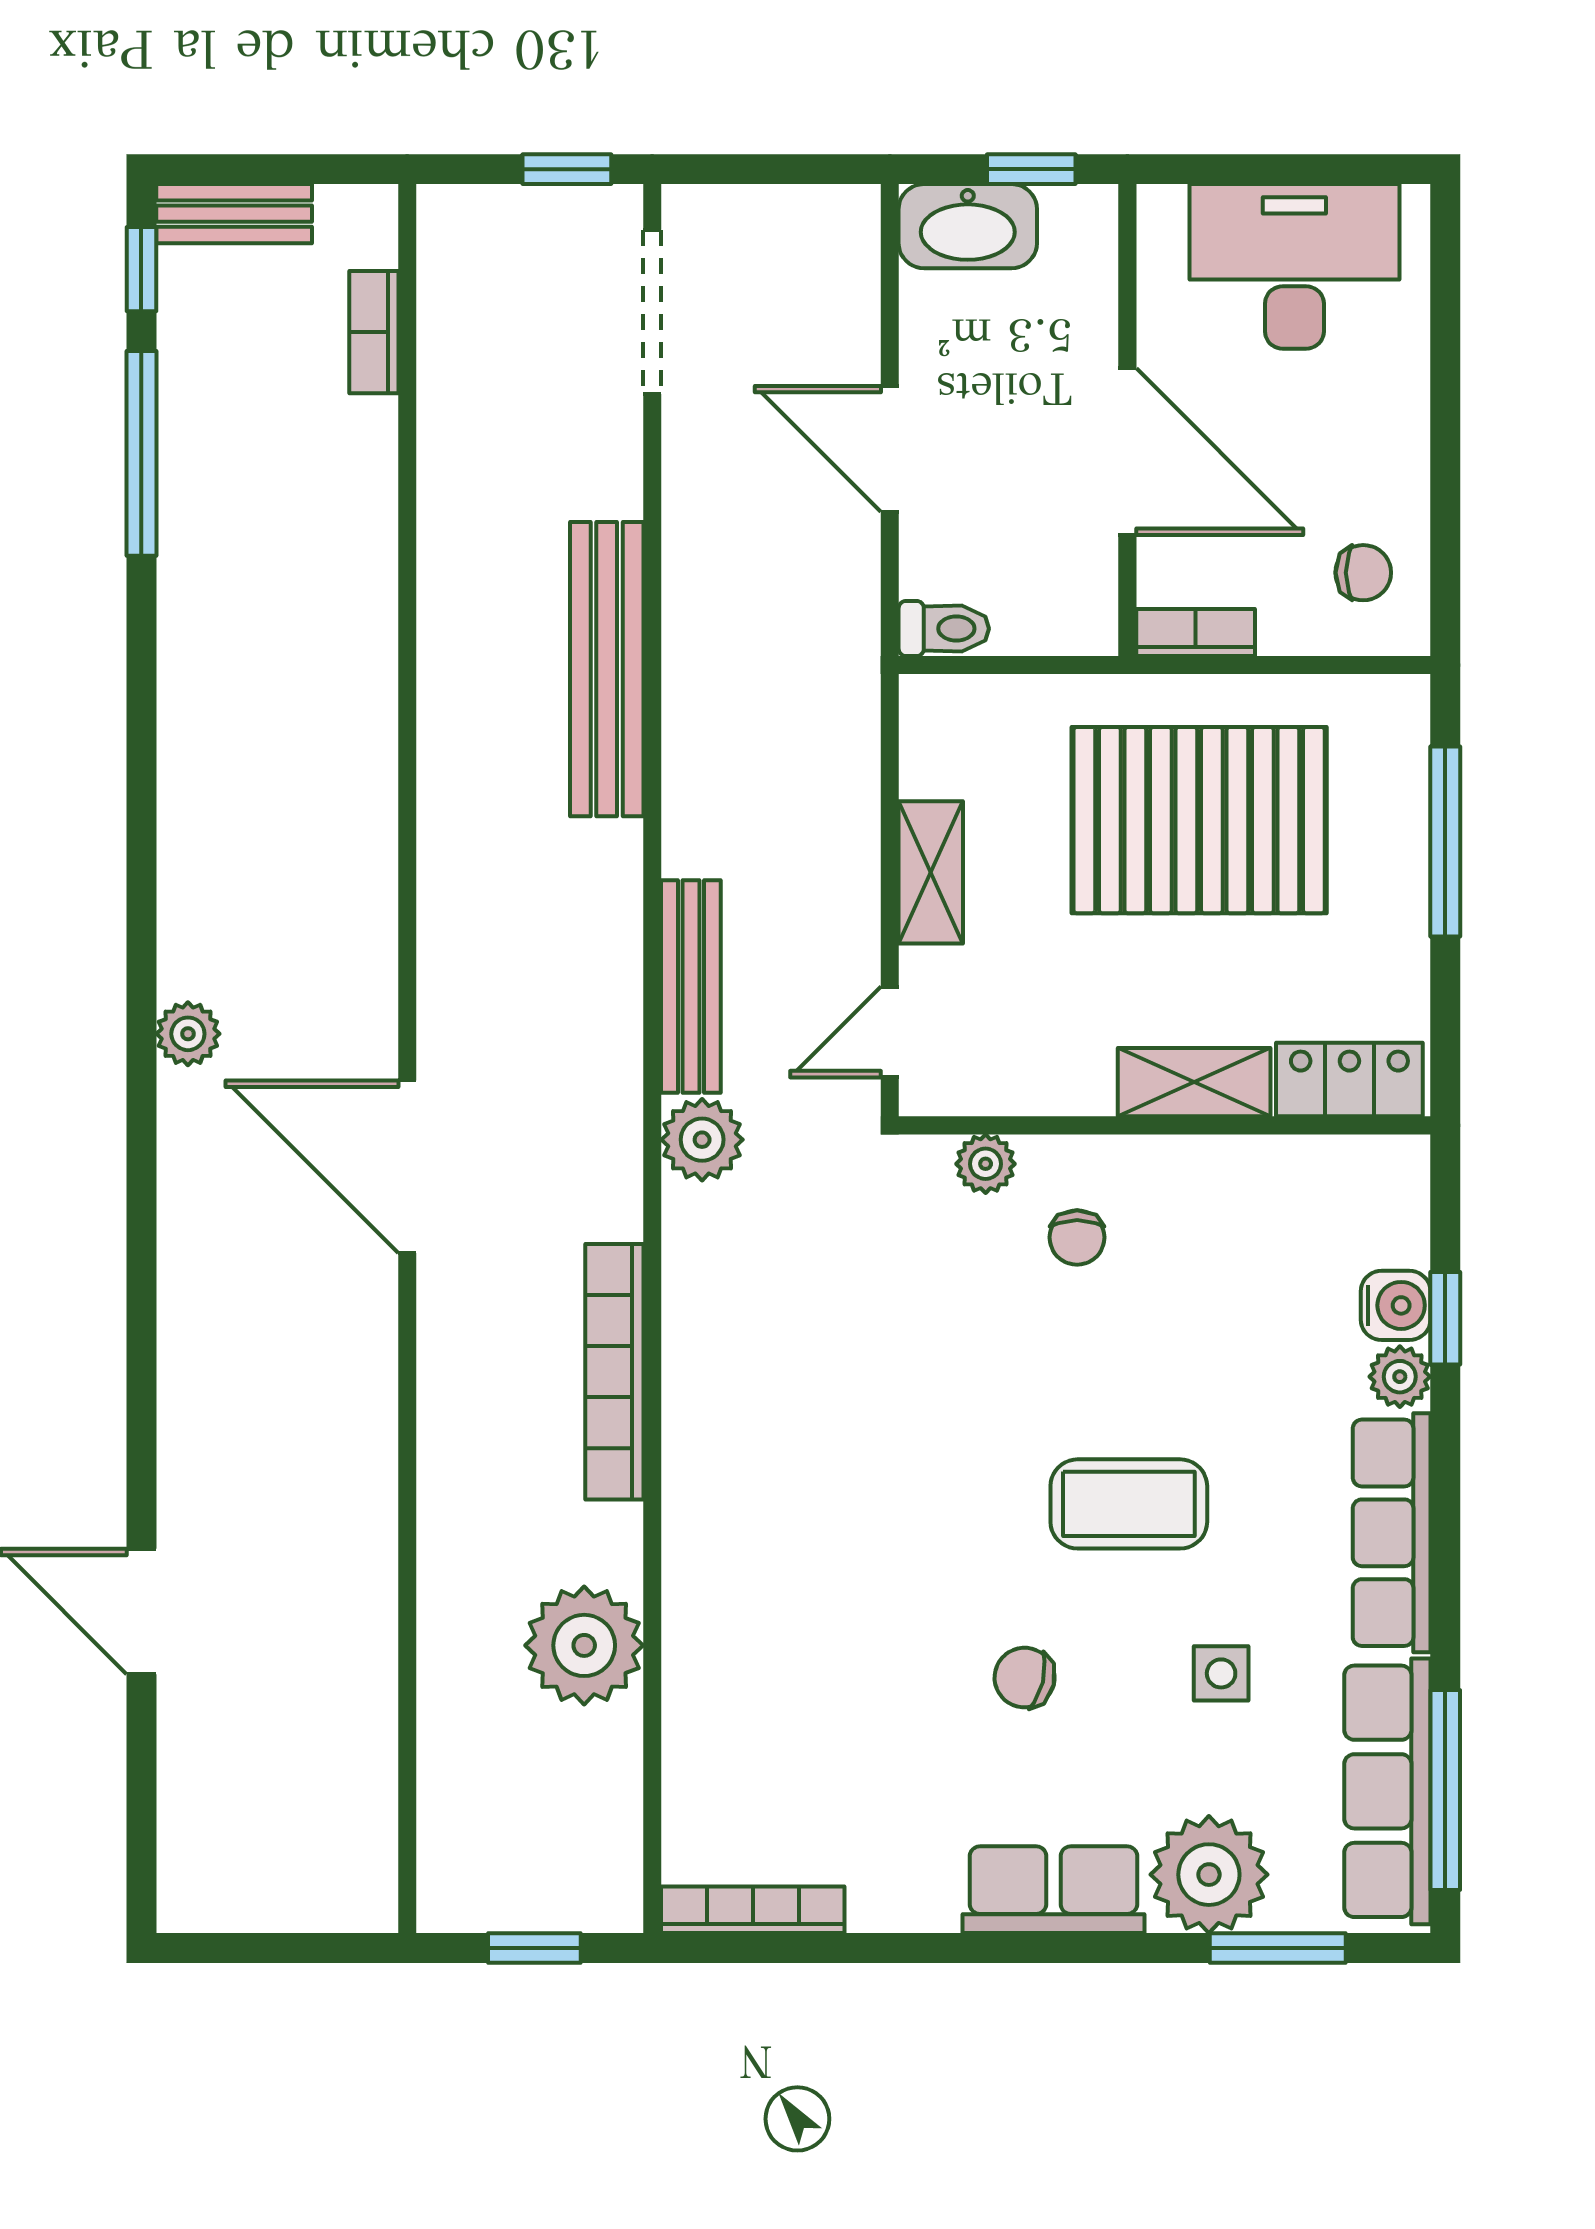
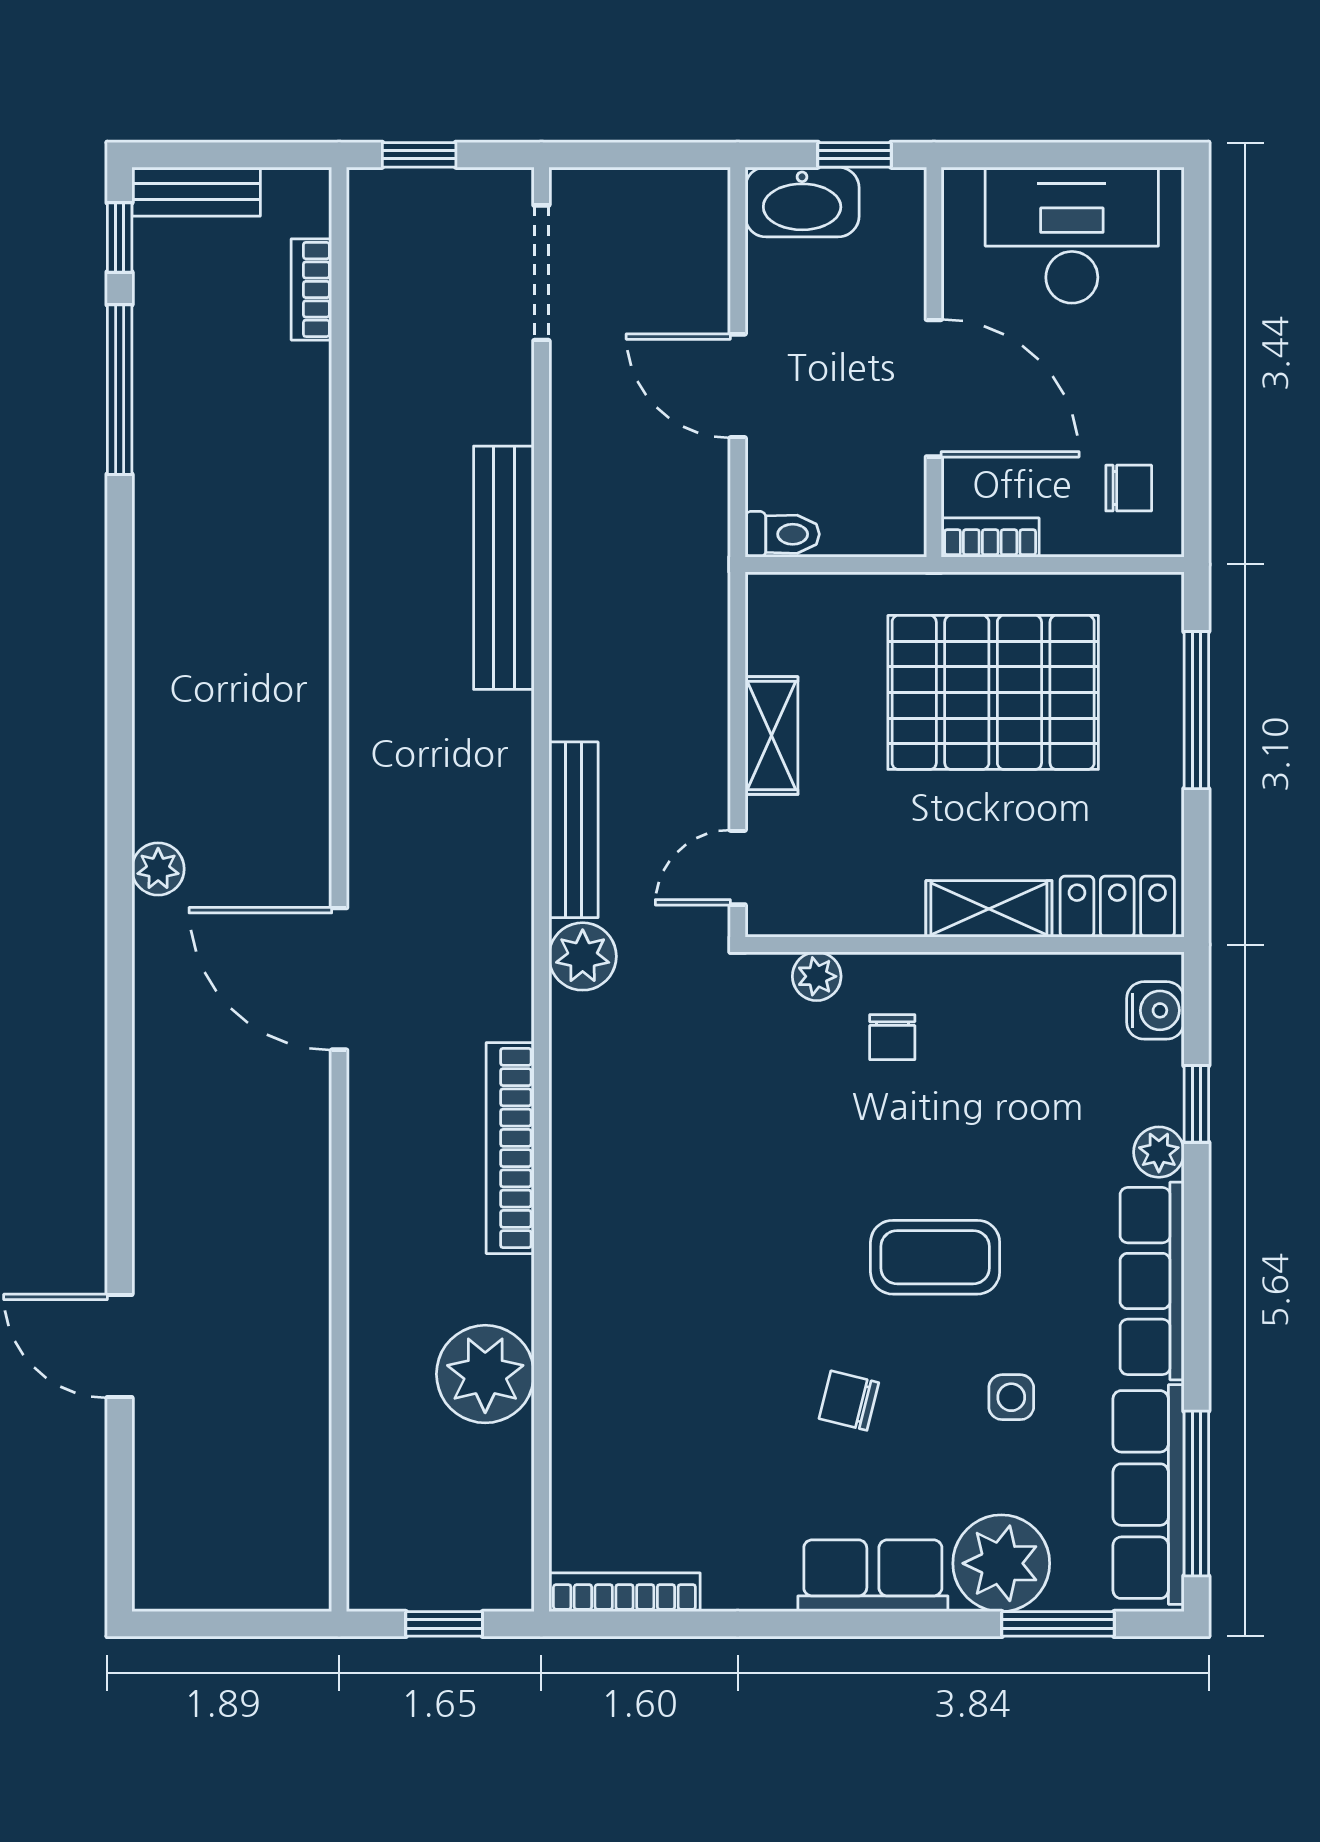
window: (567, 169) -> (419, 155), moved
water cooler: (1396, 1305) -> (1155, 1010), moved

